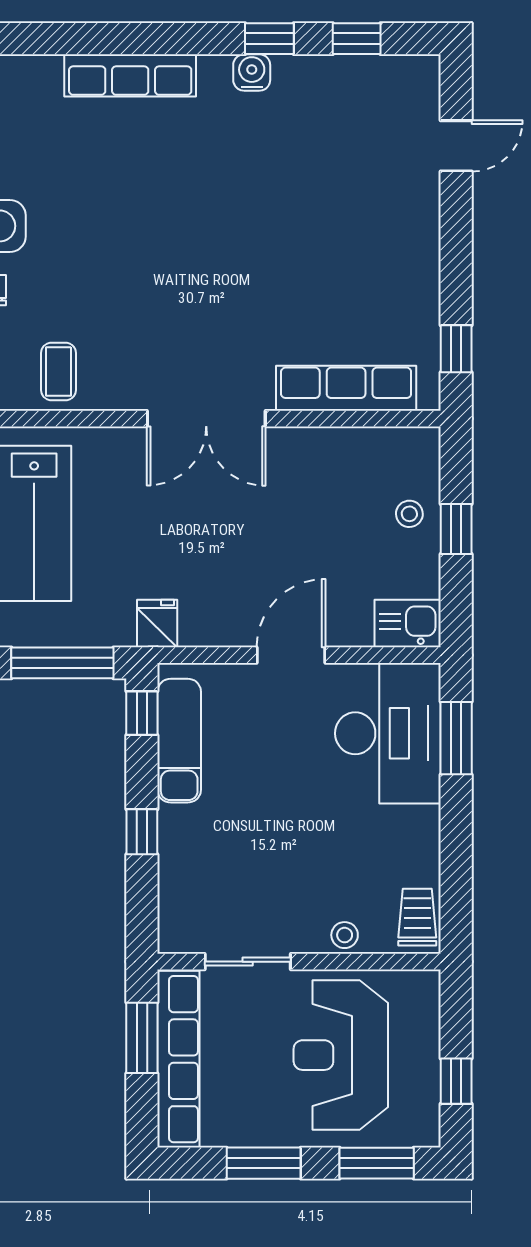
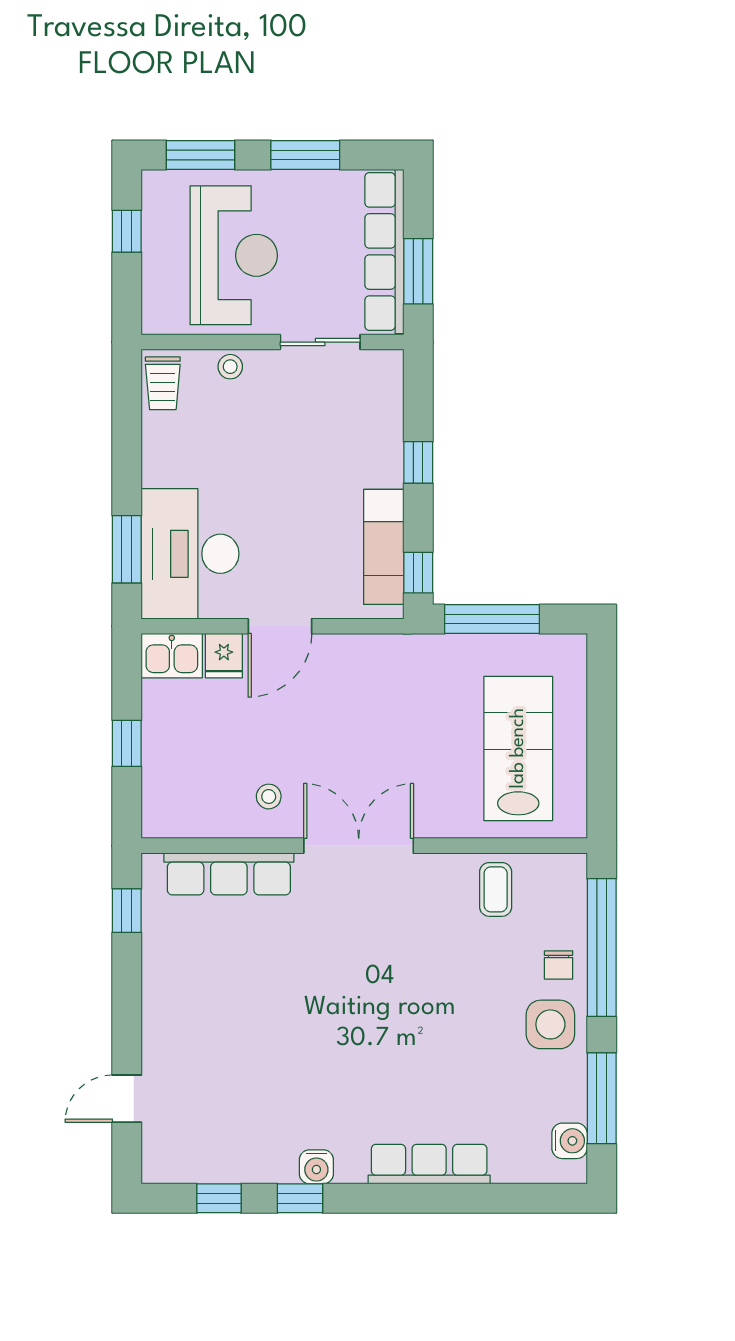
stool: (409, 514) -> (269, 797), moved
fridge: (157, 624) -> (224, 656), moved

